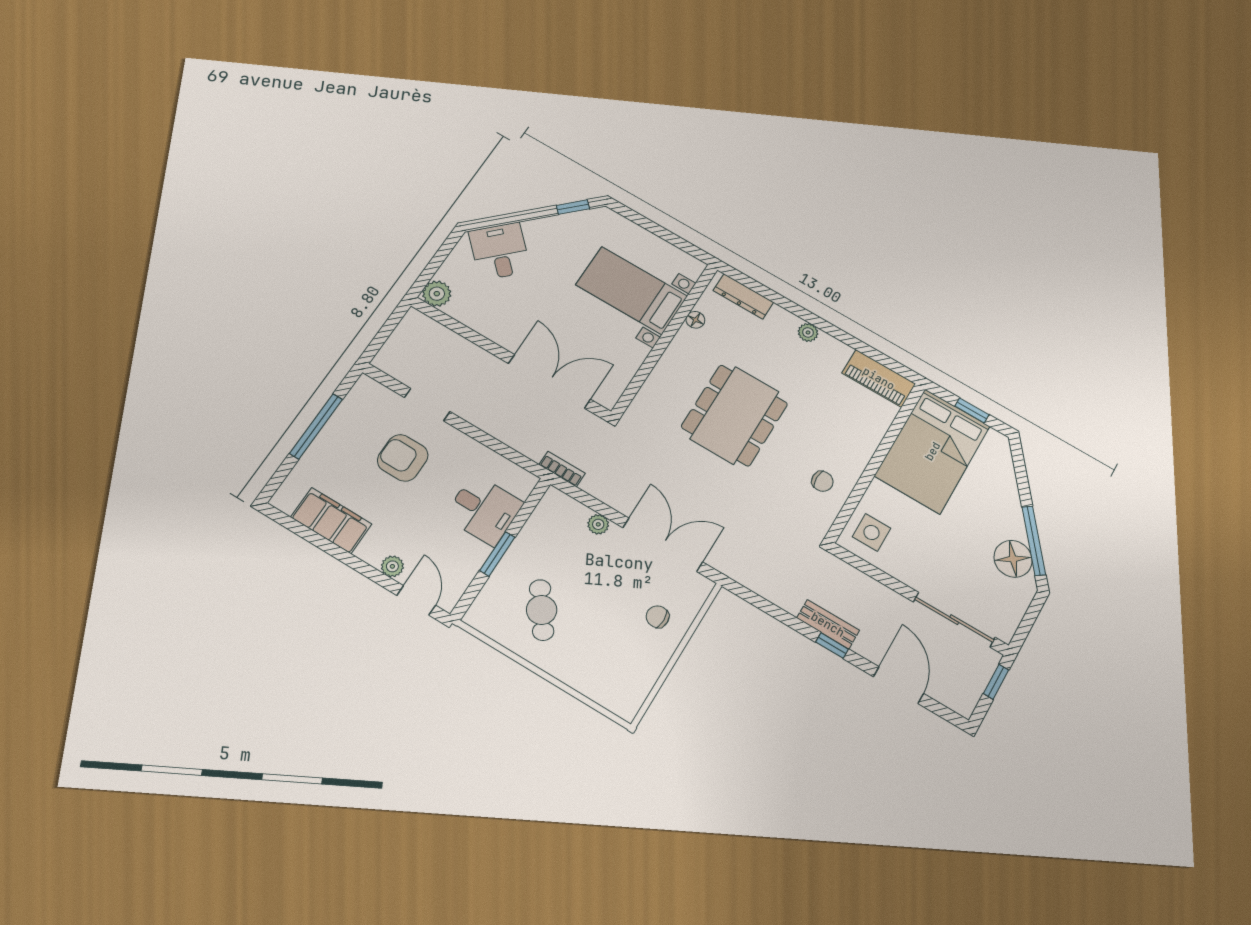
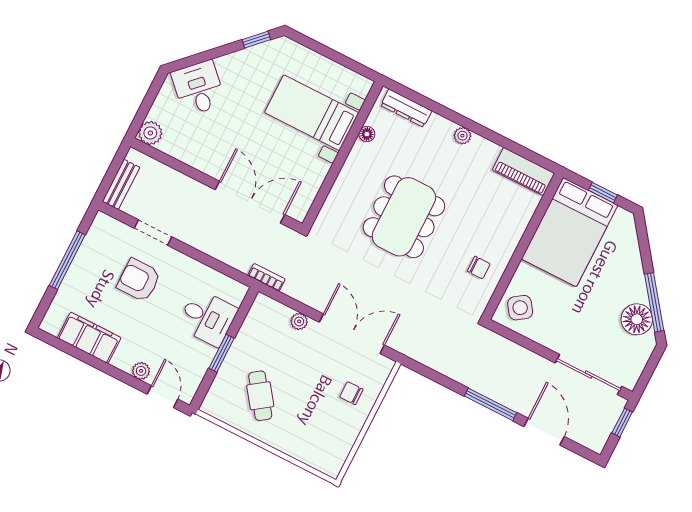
side table: (872, 533) -> (520, 308), turned -35
bench: (828, 624) -> (121, 184), moved, turned 90
window: (832, 646) -> (491, 404), width x2.17

